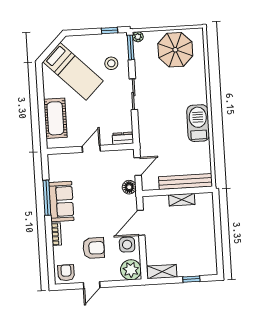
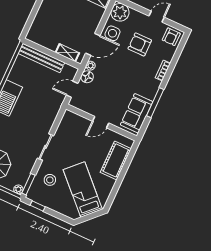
dresser: (123, 138) -> (72, 117), removed
plant: (132, 200) -> (91, 66), added
shelving: (182, 200) -> (67, 53), moved
sofa: (61, 202) -> (137, 113), moved

